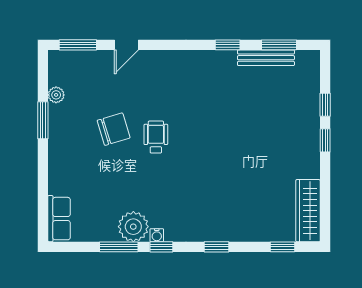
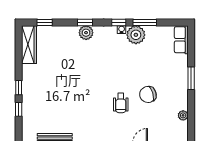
window: (43, 120) -> (191, 78), moved
wheelchair: (156, 137) -> (121, 103), moved
plant: (215, 230) -> (86, 33), added

